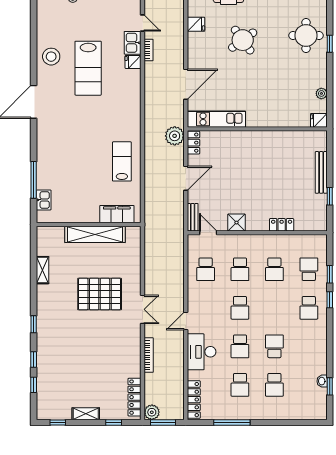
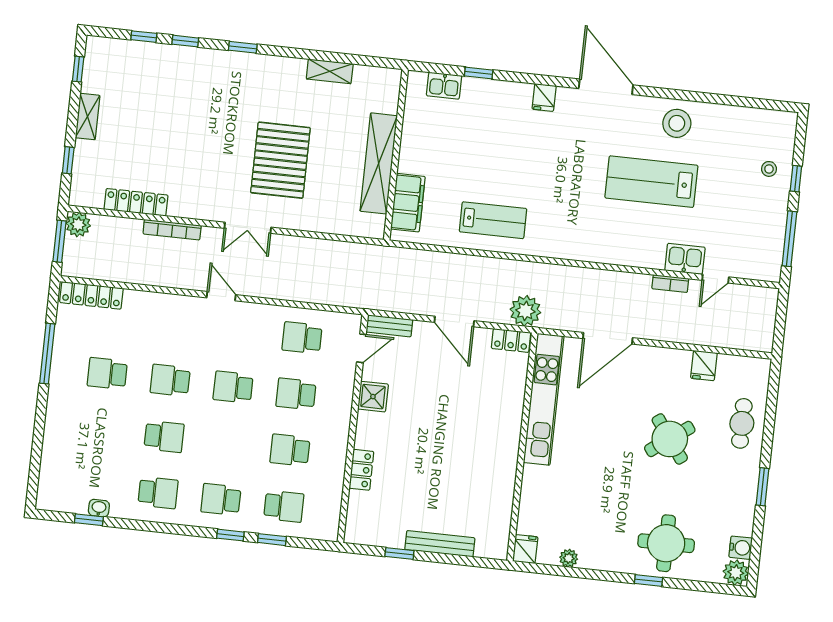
fridge: (133, 62) -> (544, 97), moved, turned 180
door: (186, 84) -> (608, 338), hinge flipped
kitchen unit: (216, 119) -> (544, 399), width x1.36
window: (34, 180) -> (479, 73), width x0.46
desk: (202, 352) -> (168, 317), removed
school desk: (274, 385) -> (158, 493), moved, turned 180
locker: (134, 397) -> (136, 202), moved

